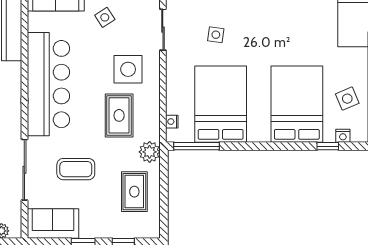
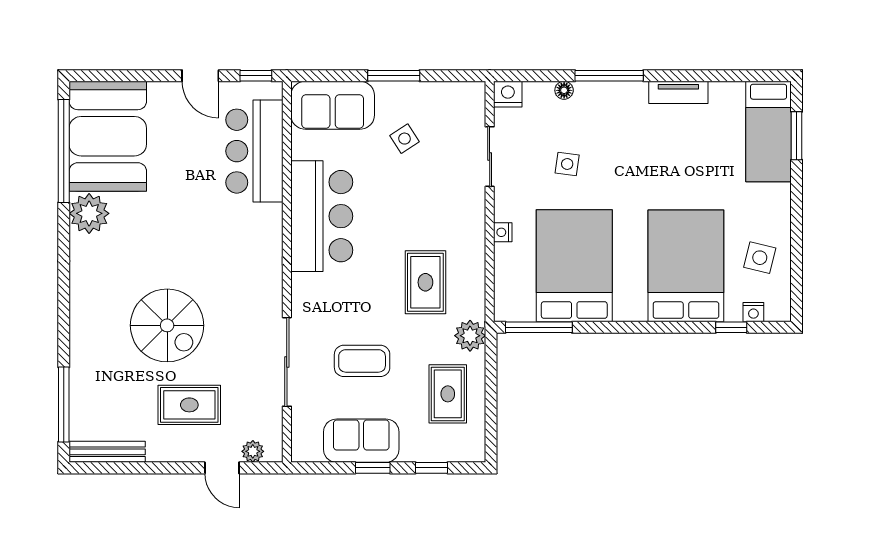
side table: (128, 69) -> (439, 215), removed
bar counter: (48, 84) -> (322, 216), width x0.73
side table: (347, 99) -> (760, 258), turned 37
nightstand: (172, 122) -> (503, 232), moved
sofa: (53, 224) -> (361, 441), moved

